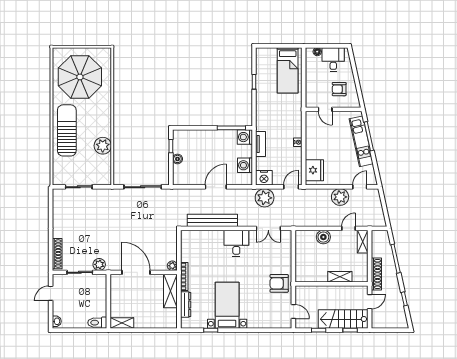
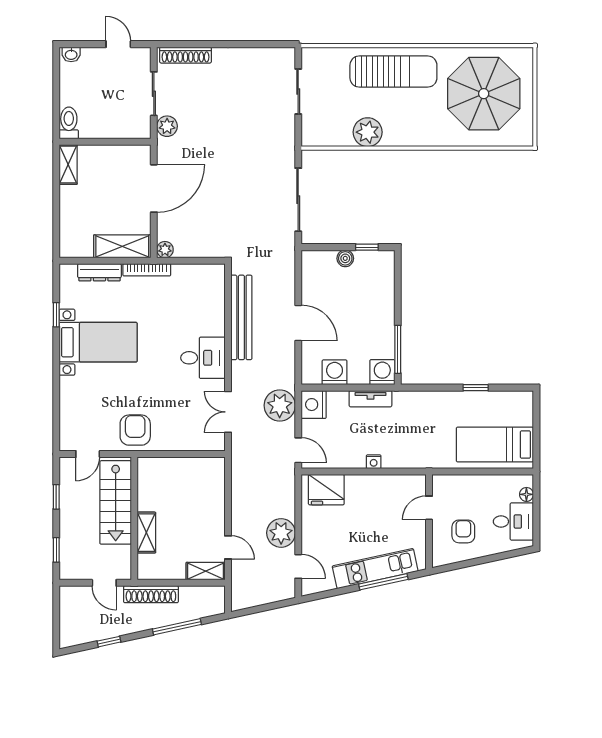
boiler: (323, 237) -> (213, 505), removed
stairs: (343, 319) -> (116, 502), moved, turned 180

